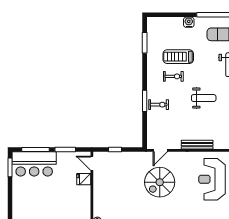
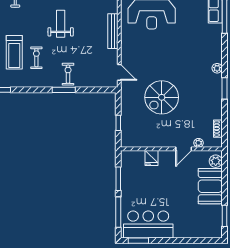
door: (92, 163) -> (184, 149), moved
bar counter: (34, 164) -> (148, 225), moved, turned -90
spiral stairs: (160, 182) -> (162, 97), moved, turned 90

